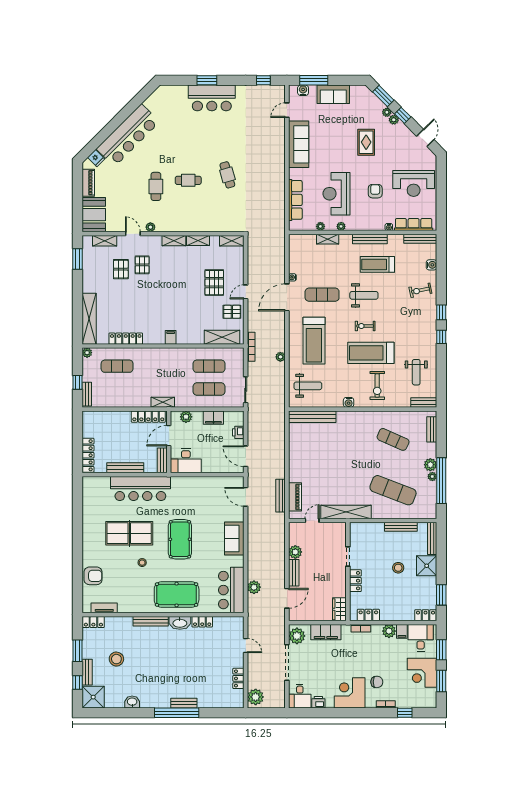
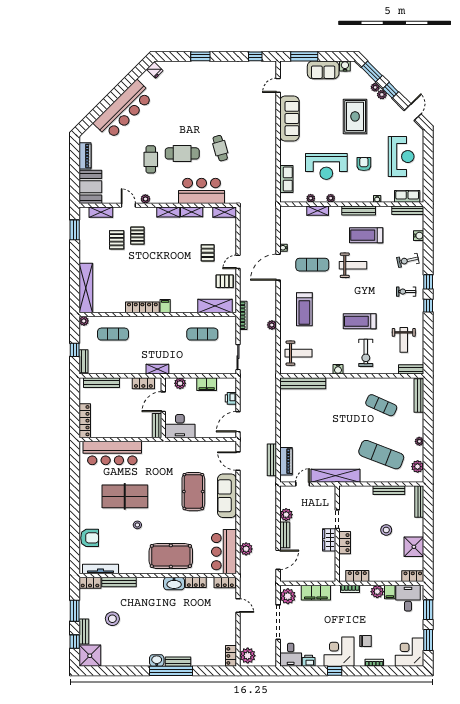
water cooler: (303, 90) -> (345, 66), moved
bar counter: (212, 98) -> (202, 191), moved, turned 180
rug: (366, 142) -> (355, 116), width x1.36, depth x1.43
fridge: (96, 158) -> (155, 70), moved
cafe table: (188, 180) -> (182, 153), width x1.37, depth x1.35
reception desk: (414, 183) -> (401, 157), turned -90
reception desk: (337, 194) -> (326, 166), turned -90
row of seats: (295, 200) -> (286, 179), width x0.68
row of seats: (414, 225) -> (407, 196), width x0.68
pallet: (214, 283) -> (208, 253), width x0.67, depth x0.71
exercise bike: (365, 326) -> (406, 292), moved
locker: (126, 339) -> (142, 307), moved
treadmill: (314, 341) -> (304, 309), width x0.73, depth x0.73
treadmill: (371, 353) -> (360, 321), width x0.73, depth x0.73
exercise mat: (209, 389) -> (202, 356), removed
locker: (148, 417) -> (143, 383), width x0.66
bench: (432, 429) -> (419, 395), width x1.36
door: (246, 456) -> (238, 422), hinge flipped
plant: (430, 465) -> (418, 467), moved
bench: (125, 468) -> (101, 383), moved
window: (441, 481) -> (428, 445), removed
bar counter: (140, 488) -> (112, 453), moved
sofa: (234, 538) -> (227, 496), width x1.36
pool table: (180, 539) -> (193, 492), moved
shower: (427, 566) -> (414, 547), moved
window: (441, 595) -> (428, 556), removed
tv unit: (104, 608) -> (101, 569), width x1.41
wardrobe: (339, 609) -> (329, 540), moved
bench: (151, 621) -> (119, 582), moved
locker: (232, 622) -> (225, 583), added
corner desk: (422, 673) -> (409, 652), moved, turned 90
locker: (238, 678) -> (231, 656), moved
washbasin: (132, 702) -> (157, 660), moved
window: (405, 713) -> (335, 671), moved

